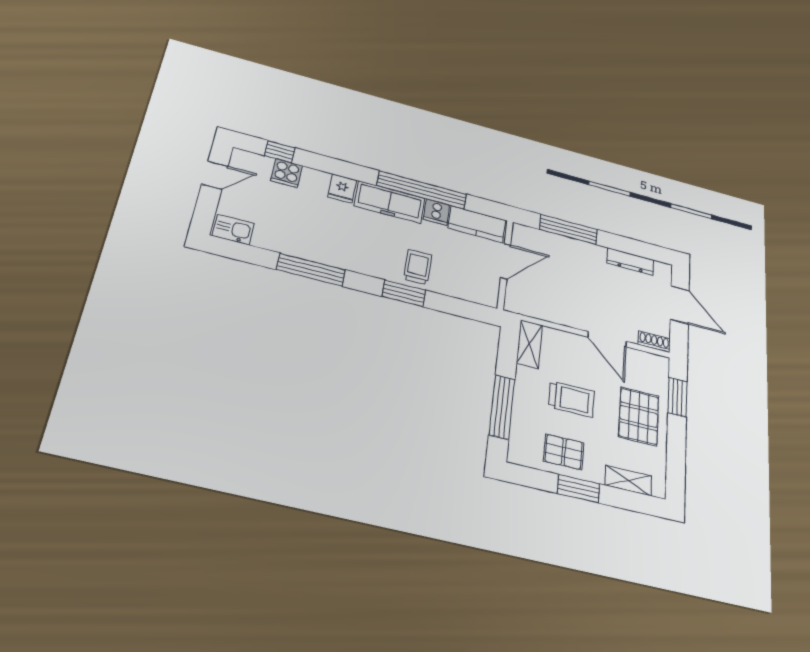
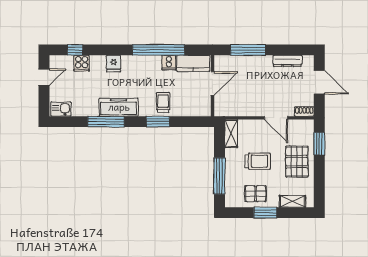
freezer: (390, 202) -> (119, 107), moved, turned 180

